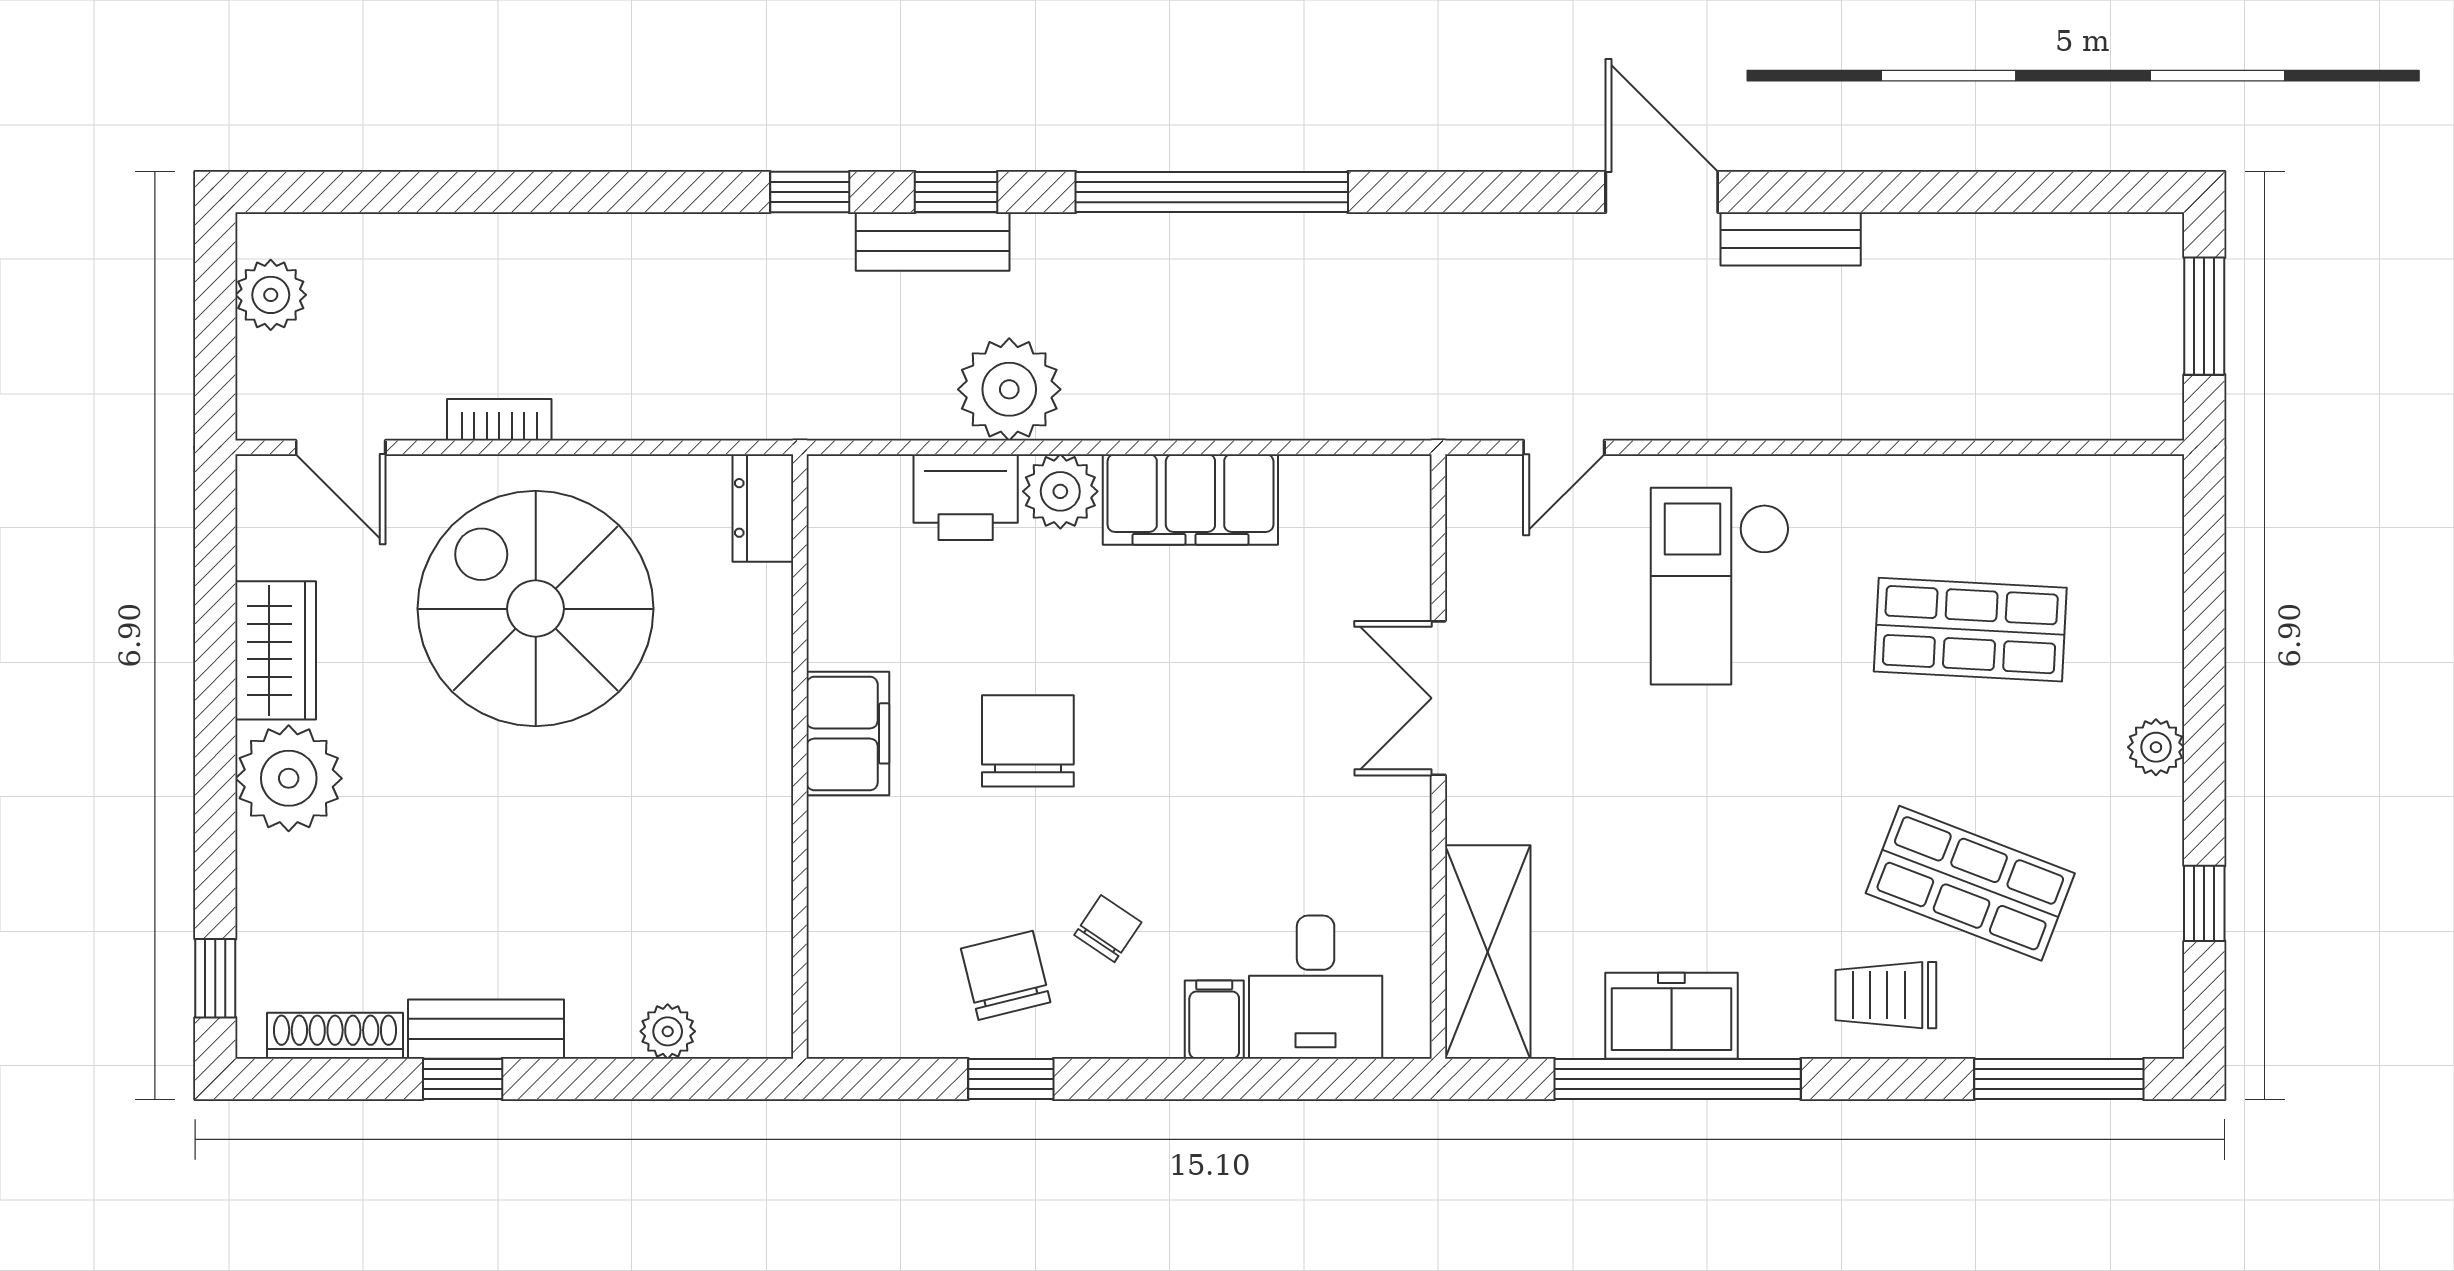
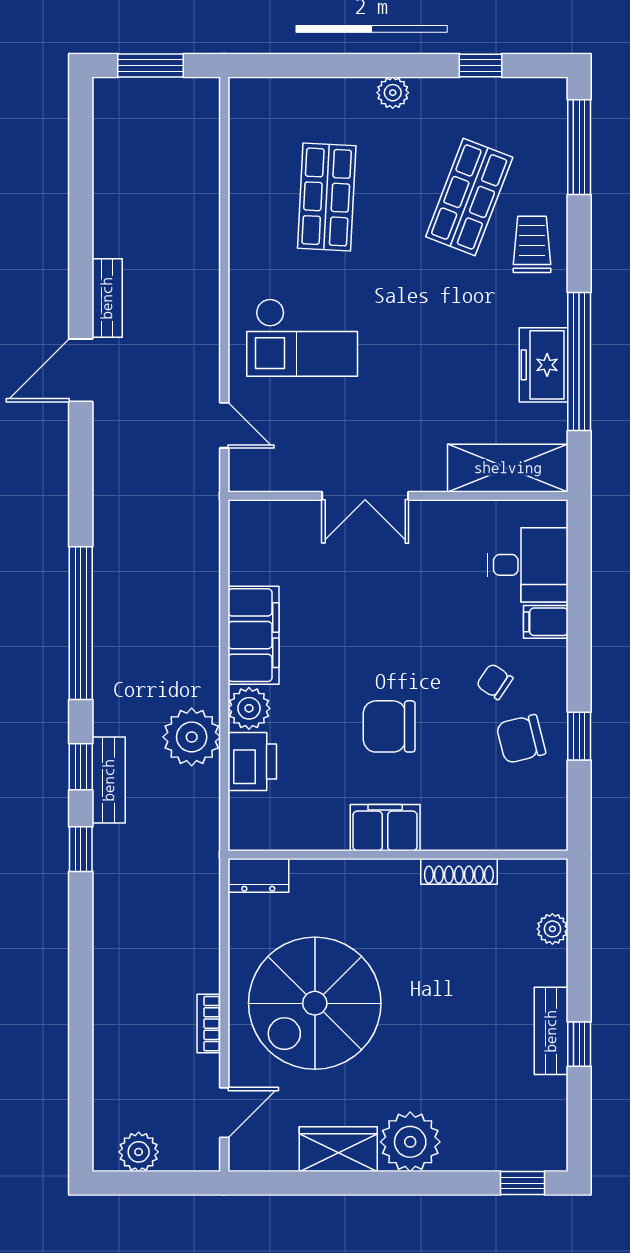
trolley: (1886, 995) -> (532, 244), turned 180
shoe rack: (335, 1036) -> (459, 871), moved, turned -90

